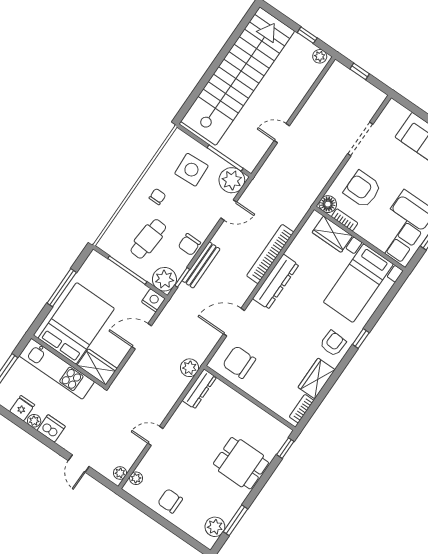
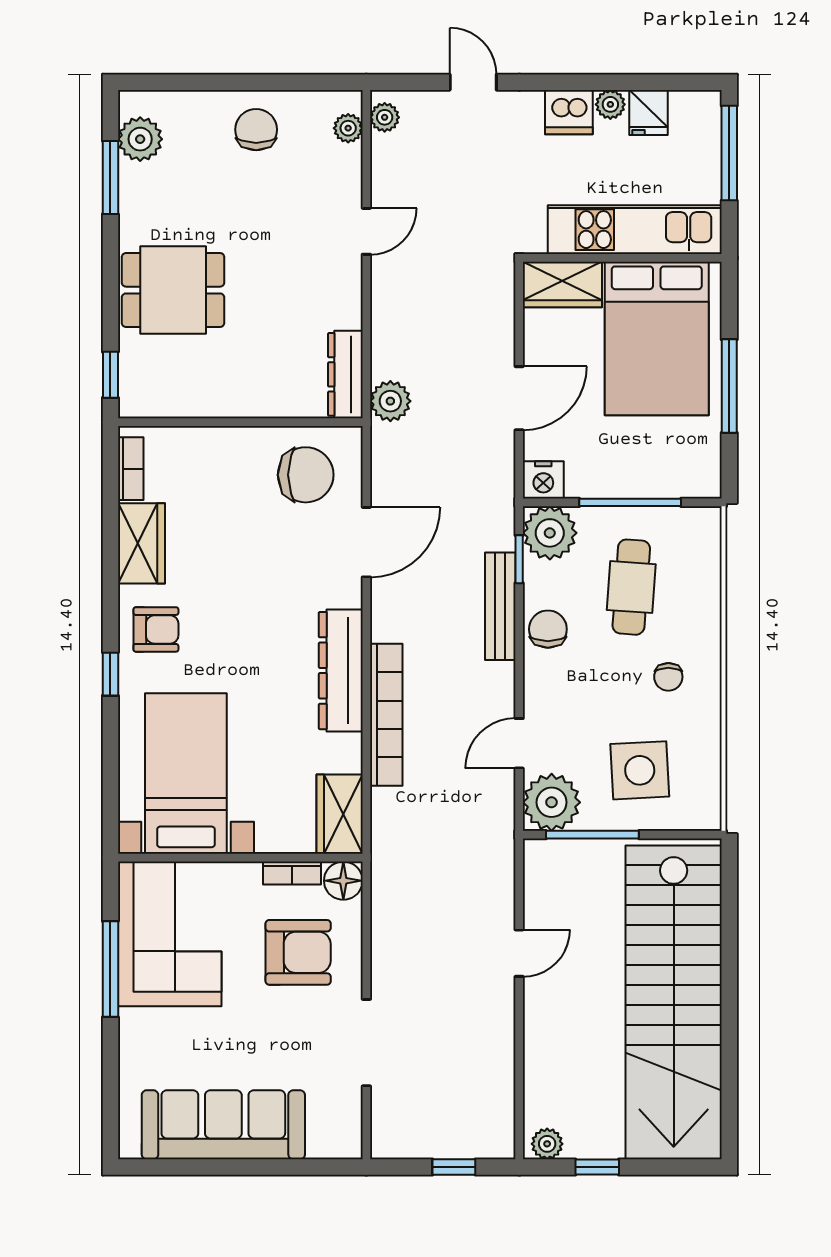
wardrobe: (332, 234) -> (340, 814), moved, turned -90
armchair: (333, 343) -> (156, 629), turned -93
chair: (170, 501) -> (256, 130), turned -90

